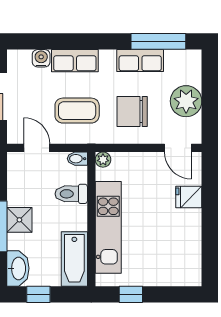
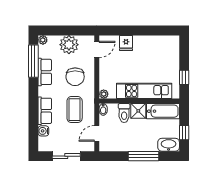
plant: (194, 57) -> (43, 40), added
shower: (19, 220) -> (138, 111), moved

